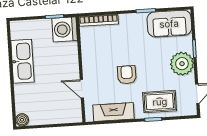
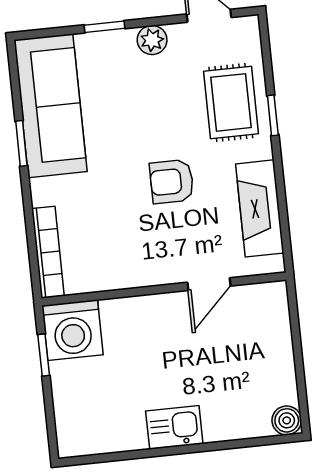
sofa: (169, 24) -> (51, 106), width x1.36
kitchen sink: (22, 61) -> (174, 427), width x0.53, depth x0.81
plant: (182, 64) -> (152, 40), width x0.53, depth x0.53

